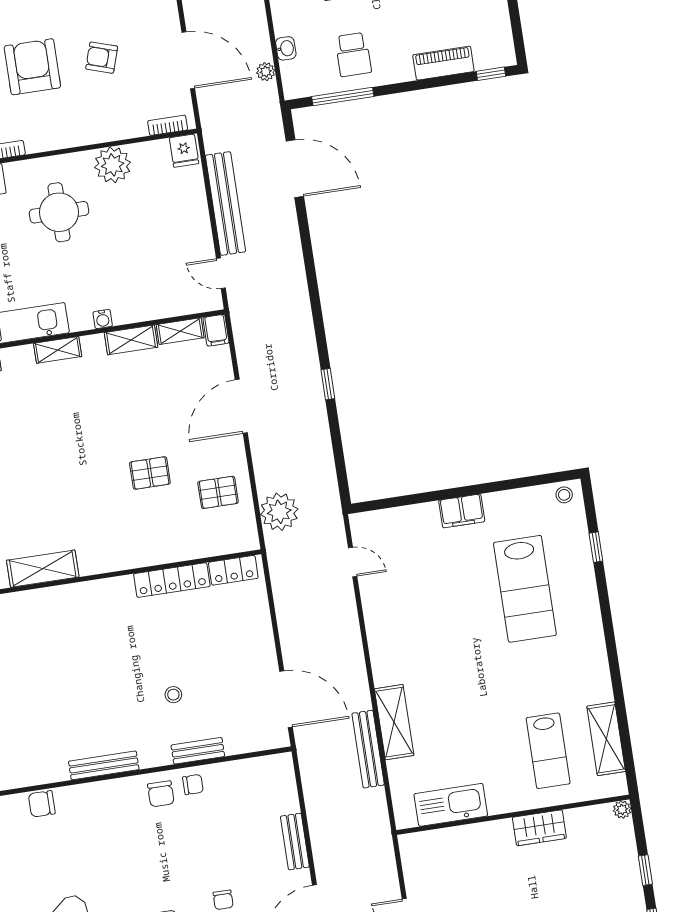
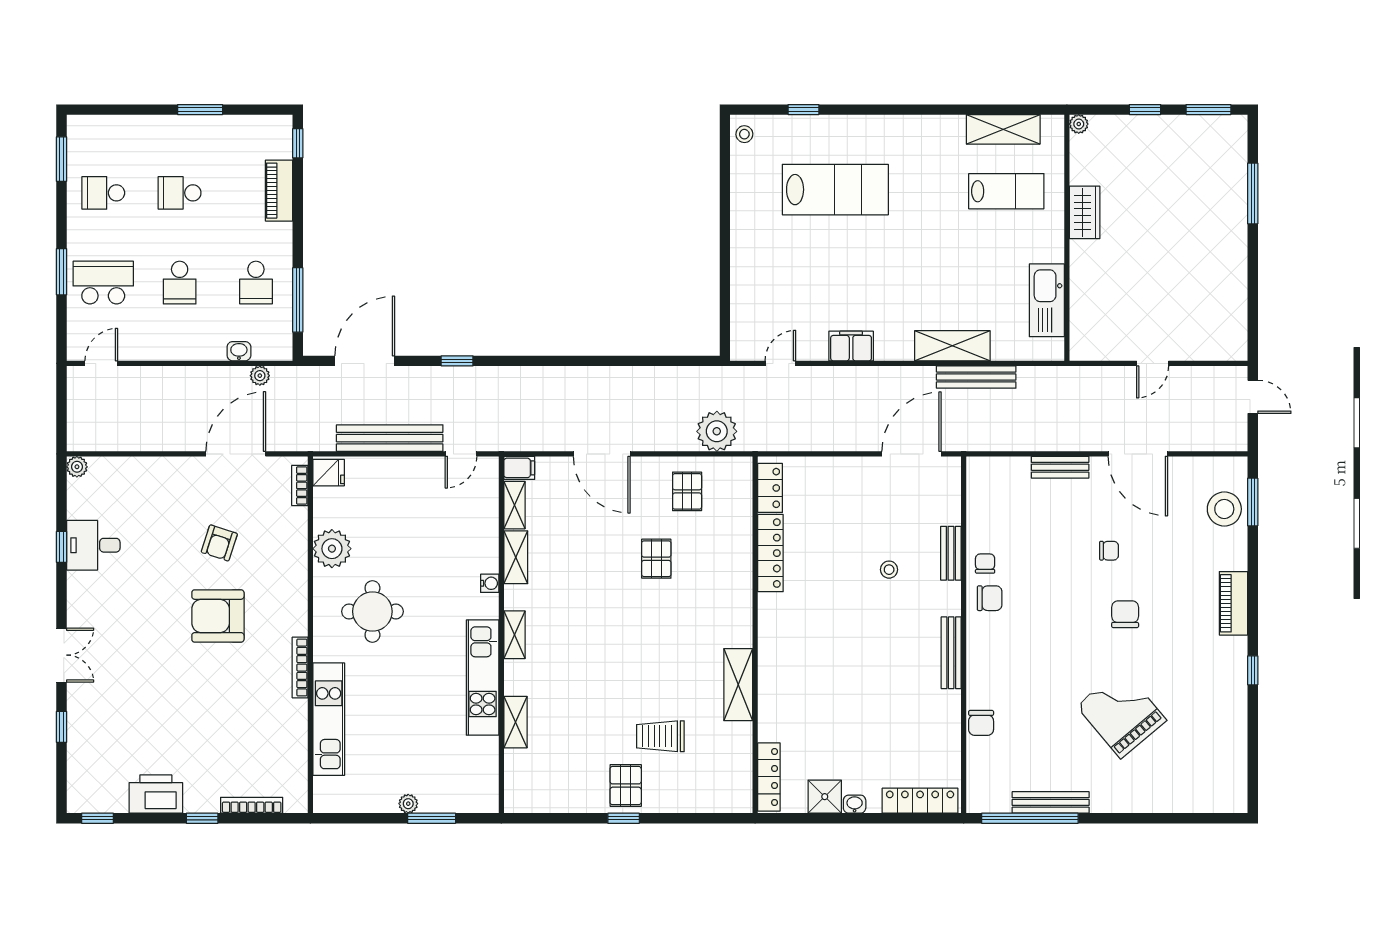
school desk: (353, 55) -> (256, 283), turned 90
window: (328, 384) -> (457, 361), moved
filing cabinet: (462, 511) -> (851, 346), moved, turned -90

